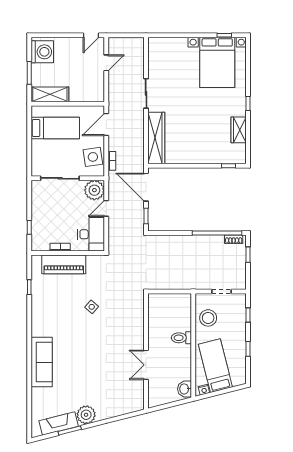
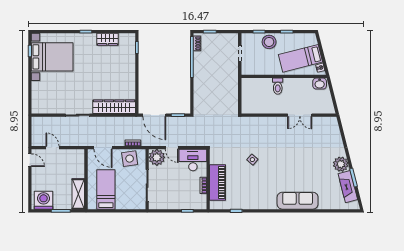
door: (146, 187) -> (154, 115), hinge flipped
stool: (208, 318) -> (269, 42), moved

